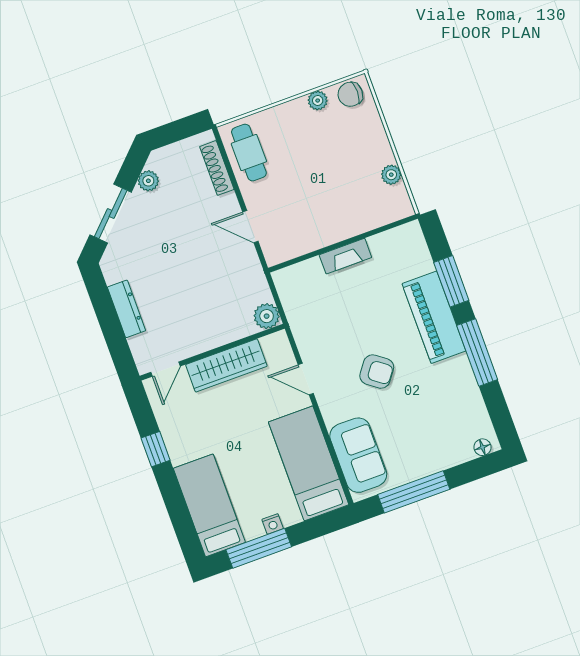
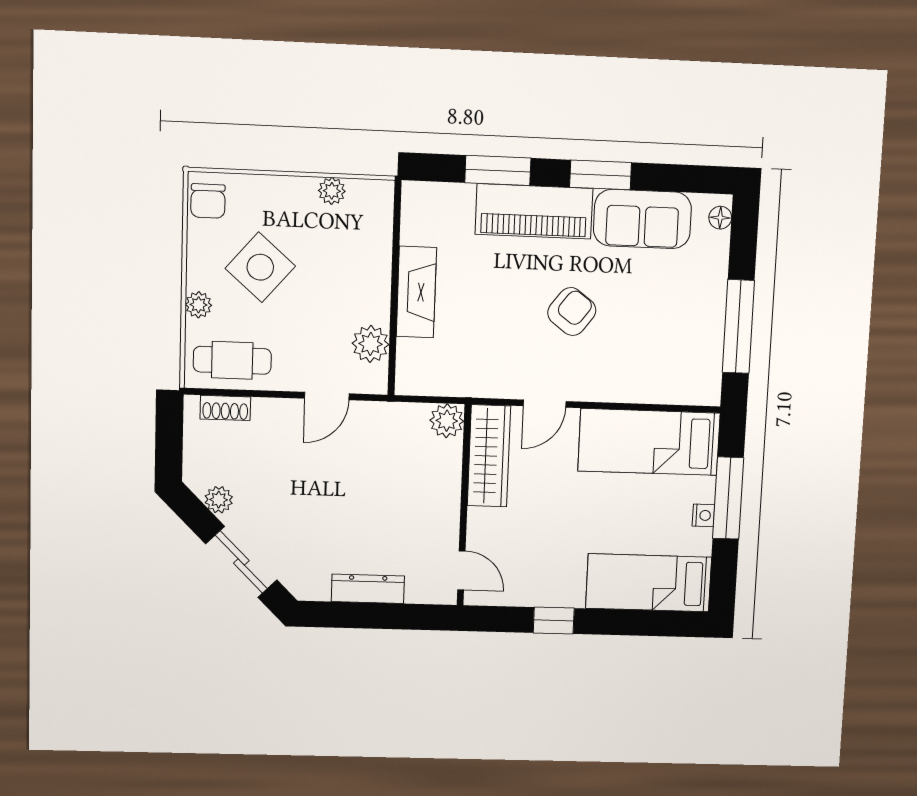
plant: (318, 101) -> (199, 305), moved
side table: (320, 147) -> (260, 267), added
shoe rack: (217, 168) -> (225, 408), width x0.70
plant: (298, 242) -> (371, 344), added
fireplace: (345, 256) -> (416, 292), width x1.37, depth x1.32
window: (477, 353) -> (600, 175), width x0.69
wardrobe: (226, 365) -> (489, 456), moved
sofa: (358, 455) -> (642, 219), moved, turned 180
window: (259, 548) -> (728, 498), moved

